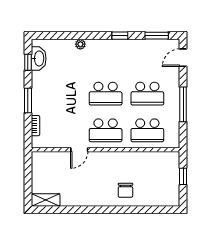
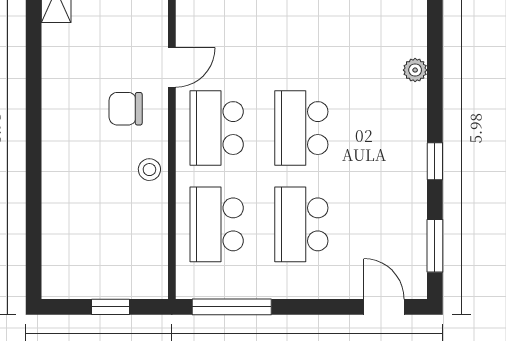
window: (183, 104) -> (232, 307), moved
door: (79, 150) -> (172, 67), swing flipped
stool: (124, 159) -> (149, 170), added
chair: (125, 190) -> (126, 109), moved

